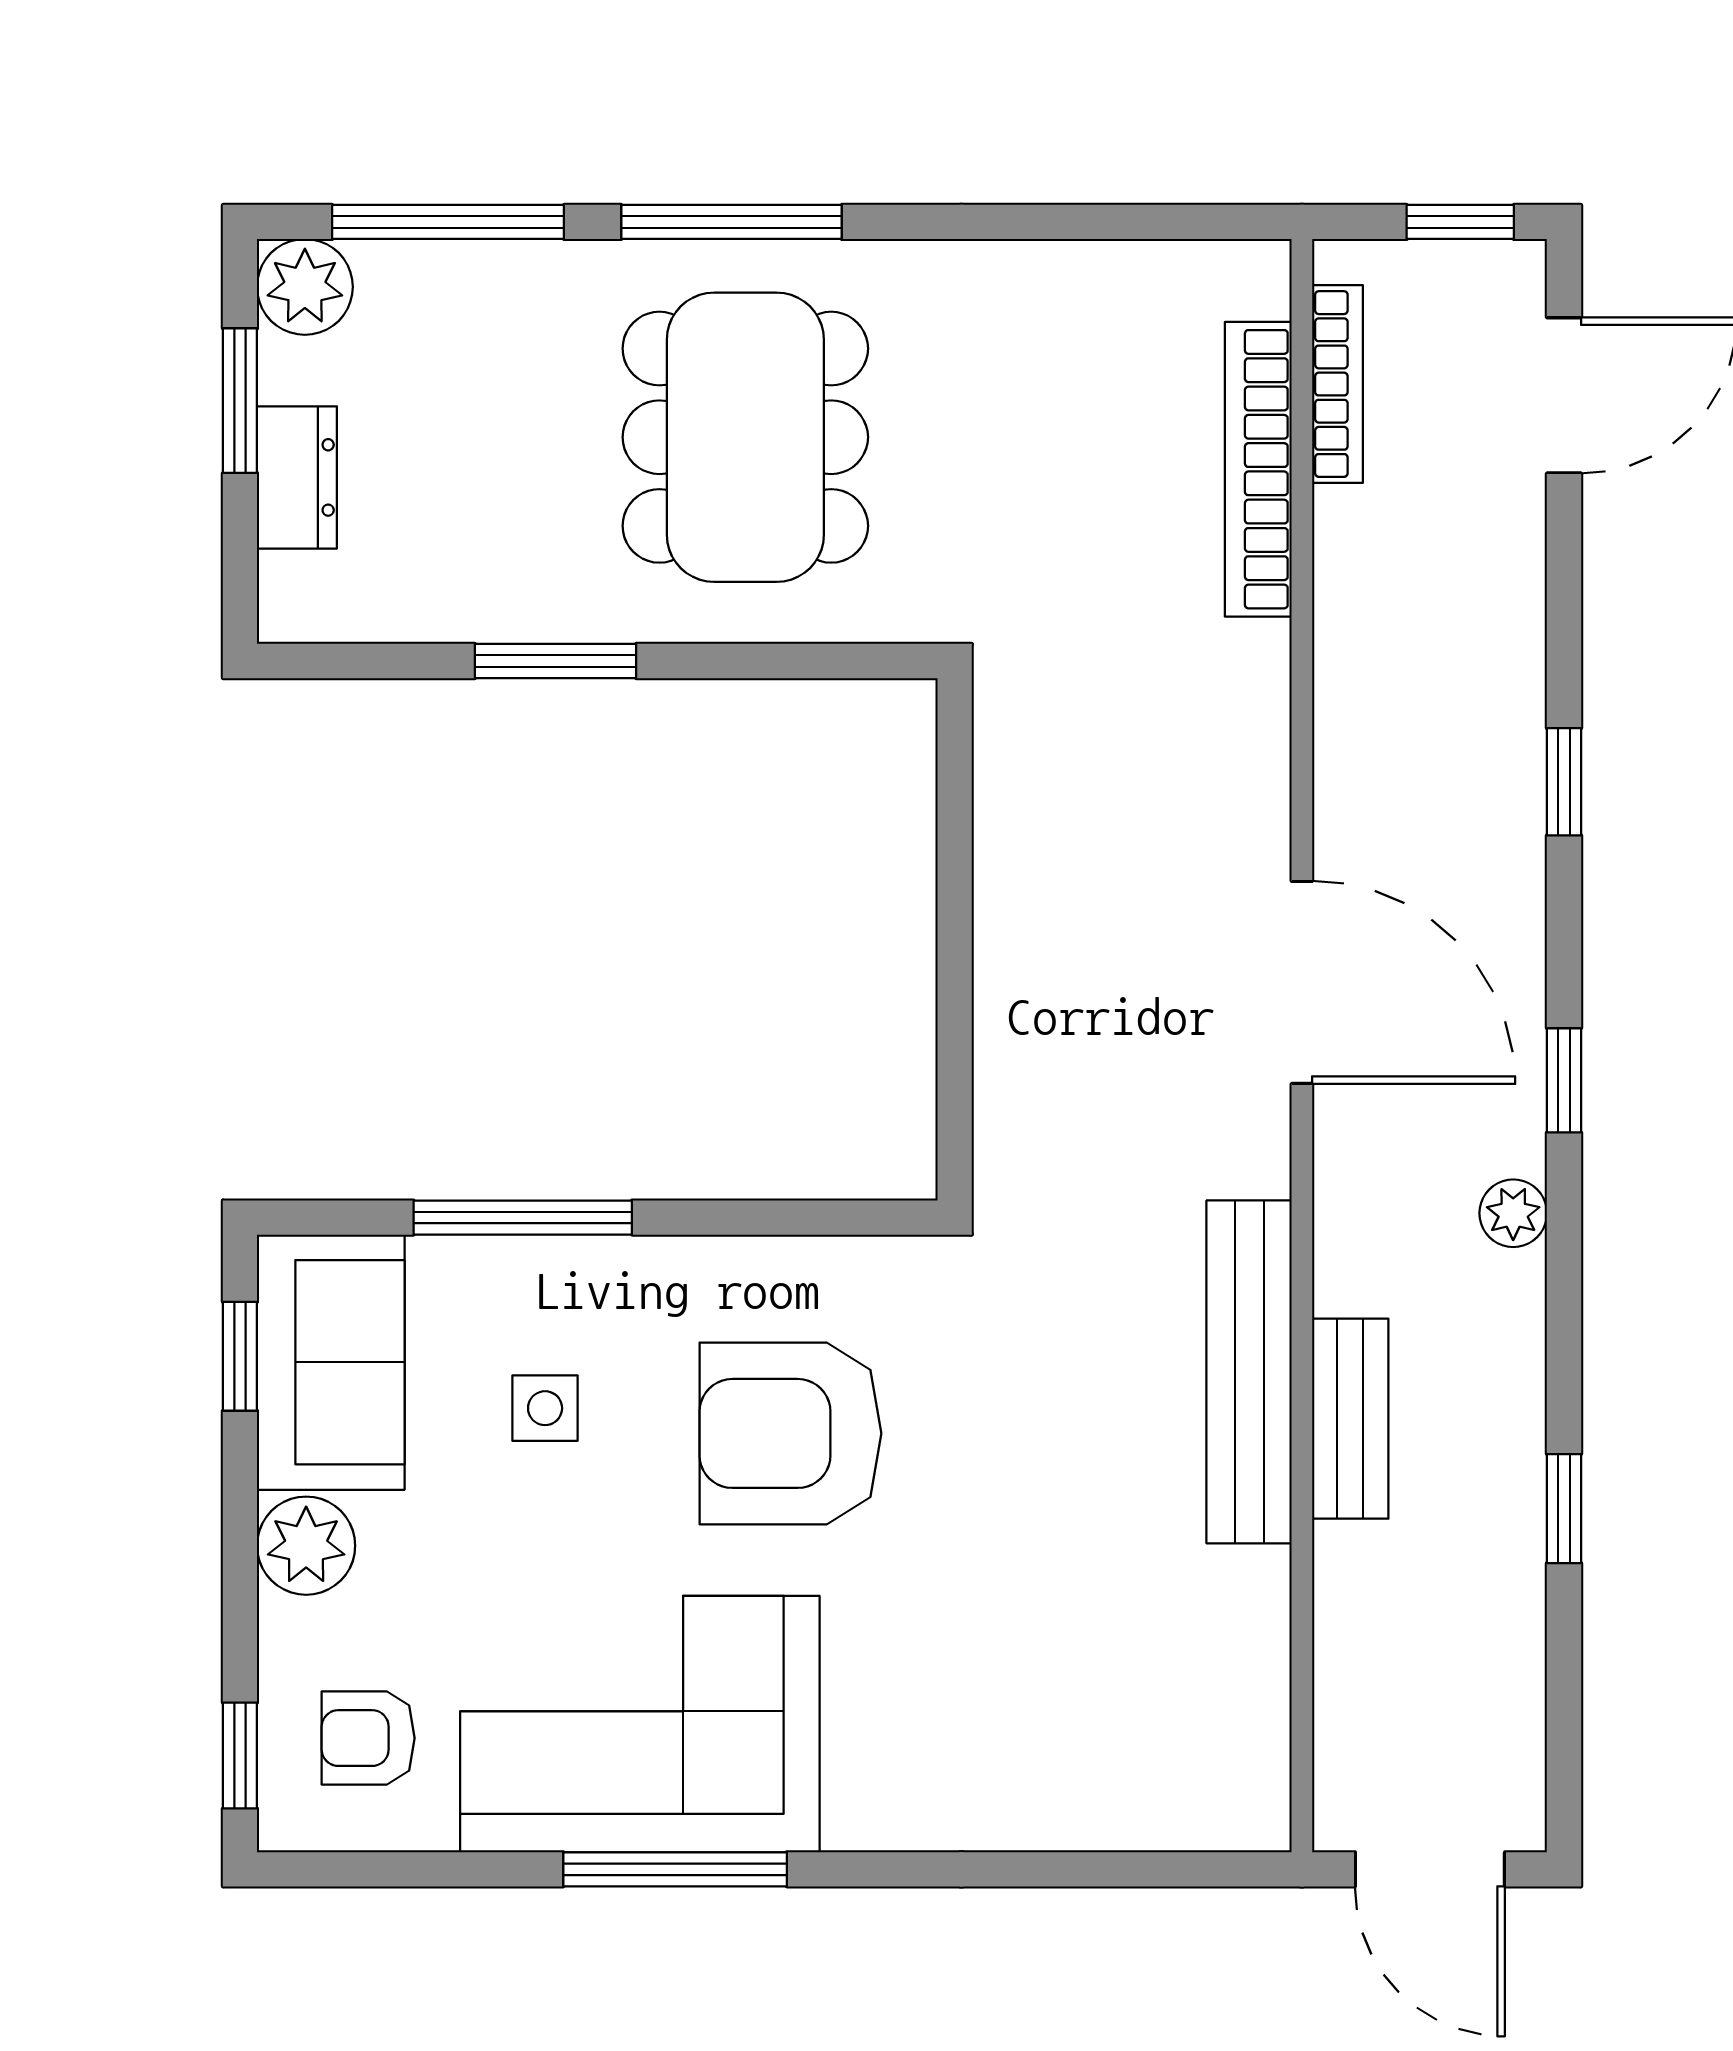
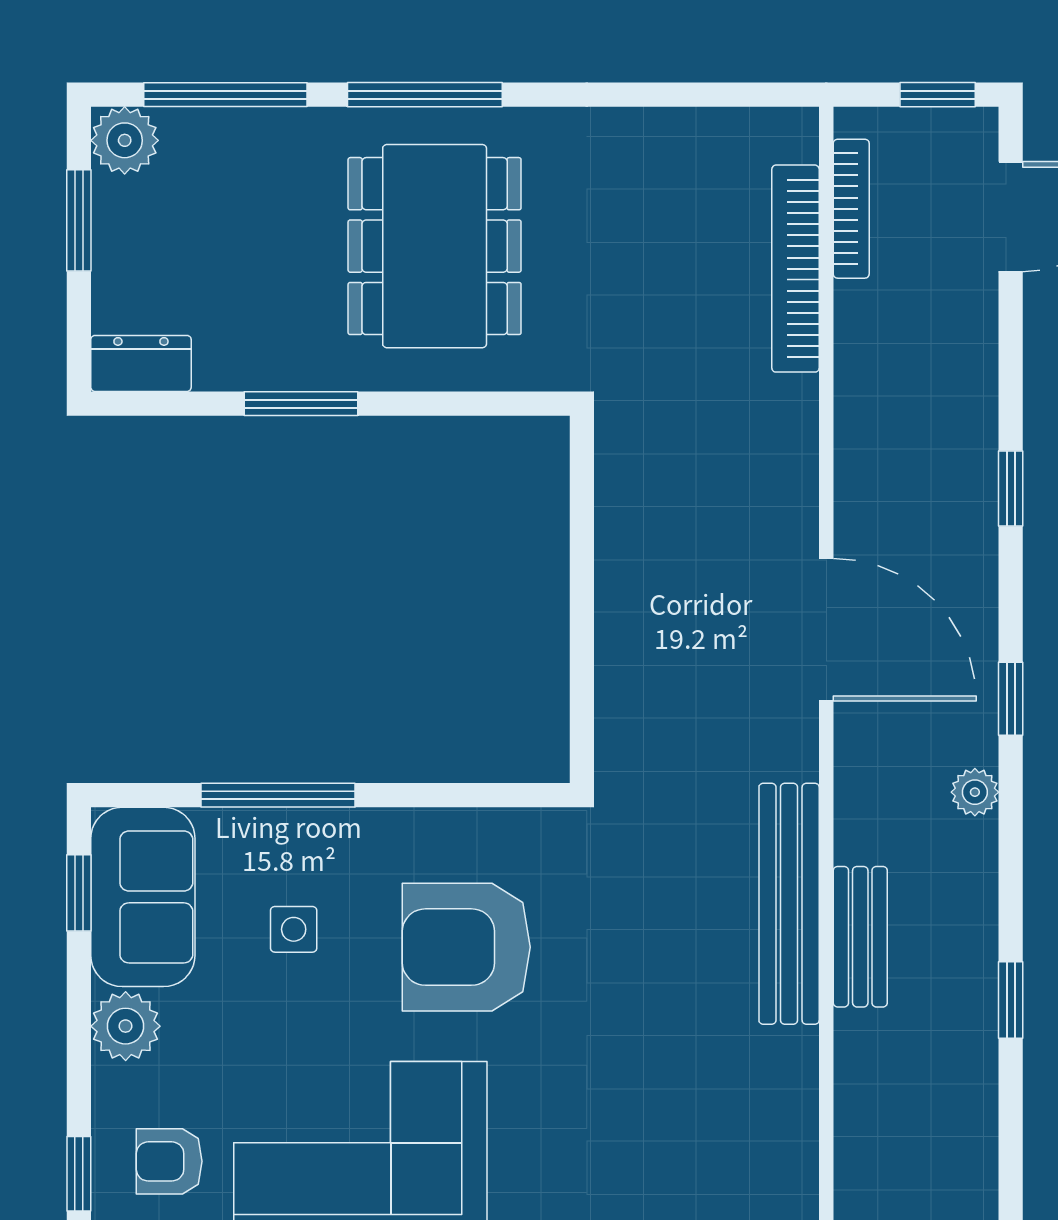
dresser: (297, 477) -> (141, 363), moved, turned -90

